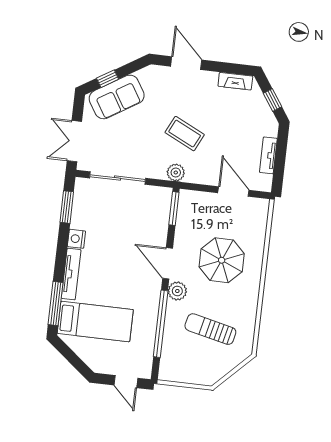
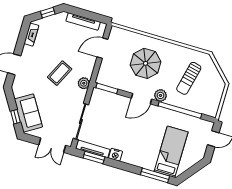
tv unit: (268, 155) -> (83, 21), width x1.41
tv unit: (71, 274) -> (93, 149), moved

